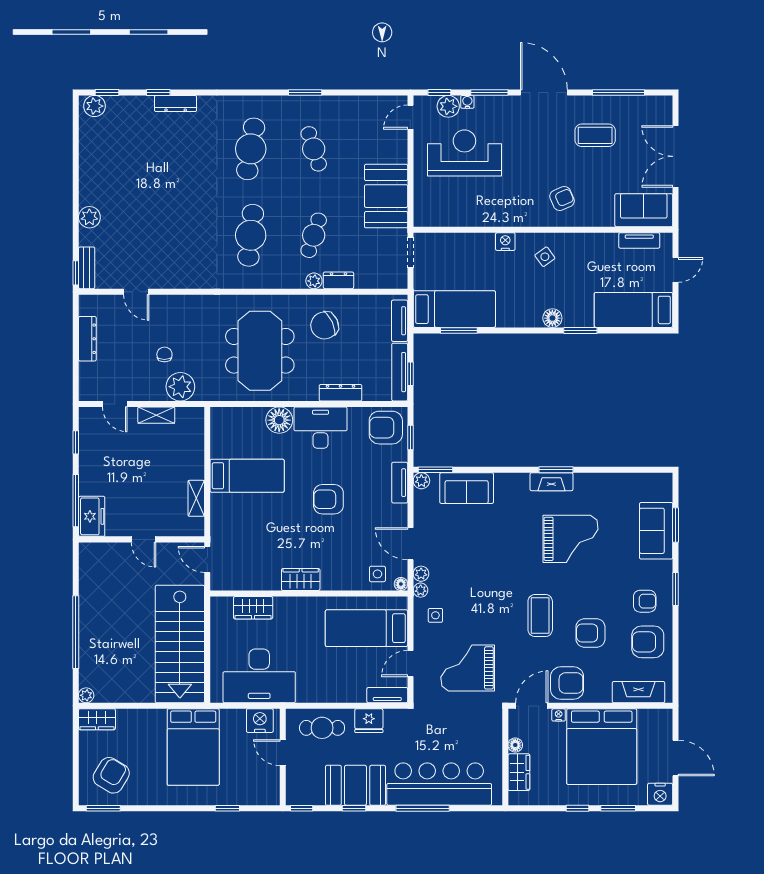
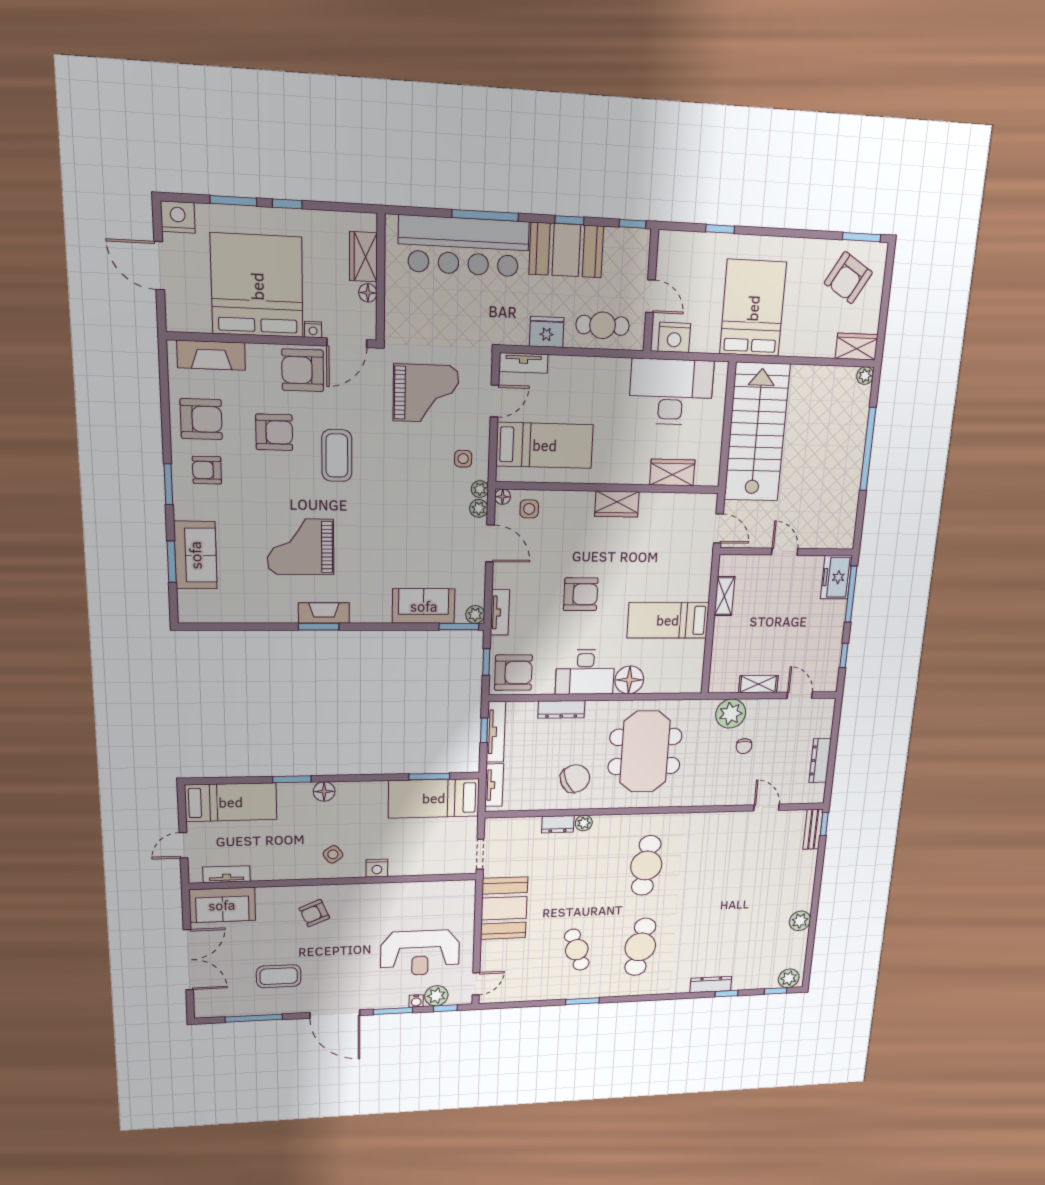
plant: (89, 217) -> (800, 921), moved
cafe table: (314, 235) -> (581, 868), removed

